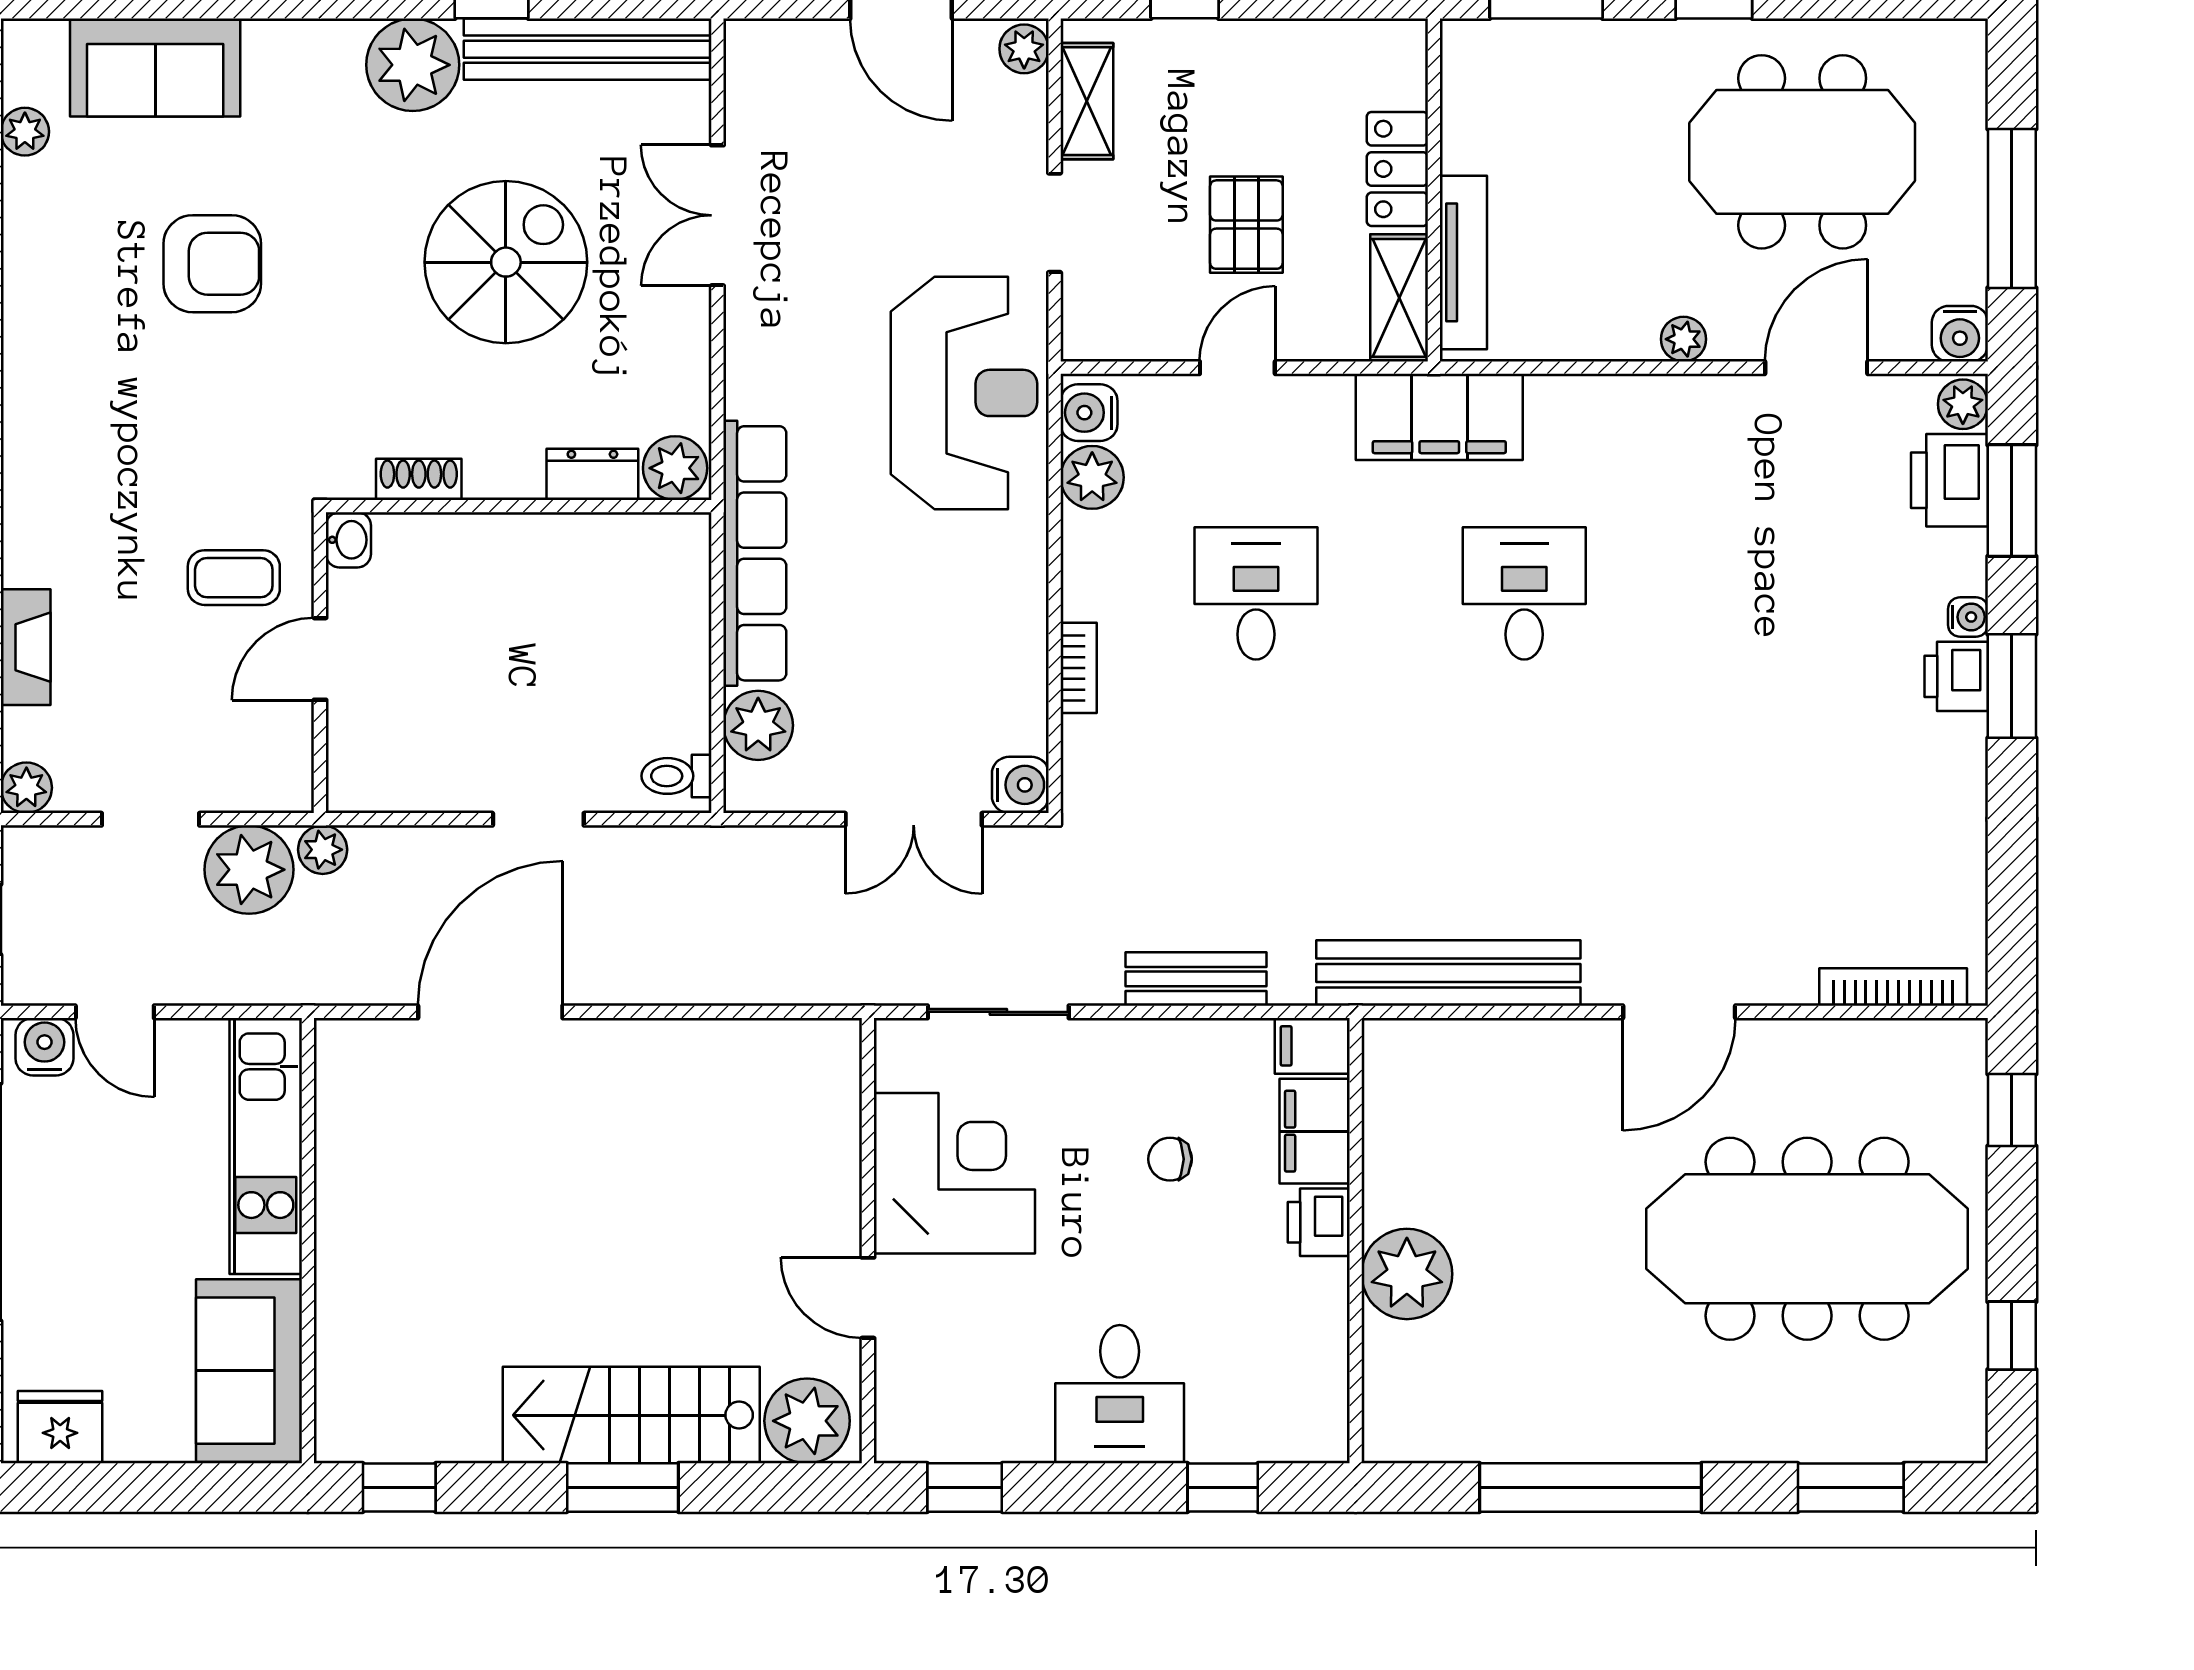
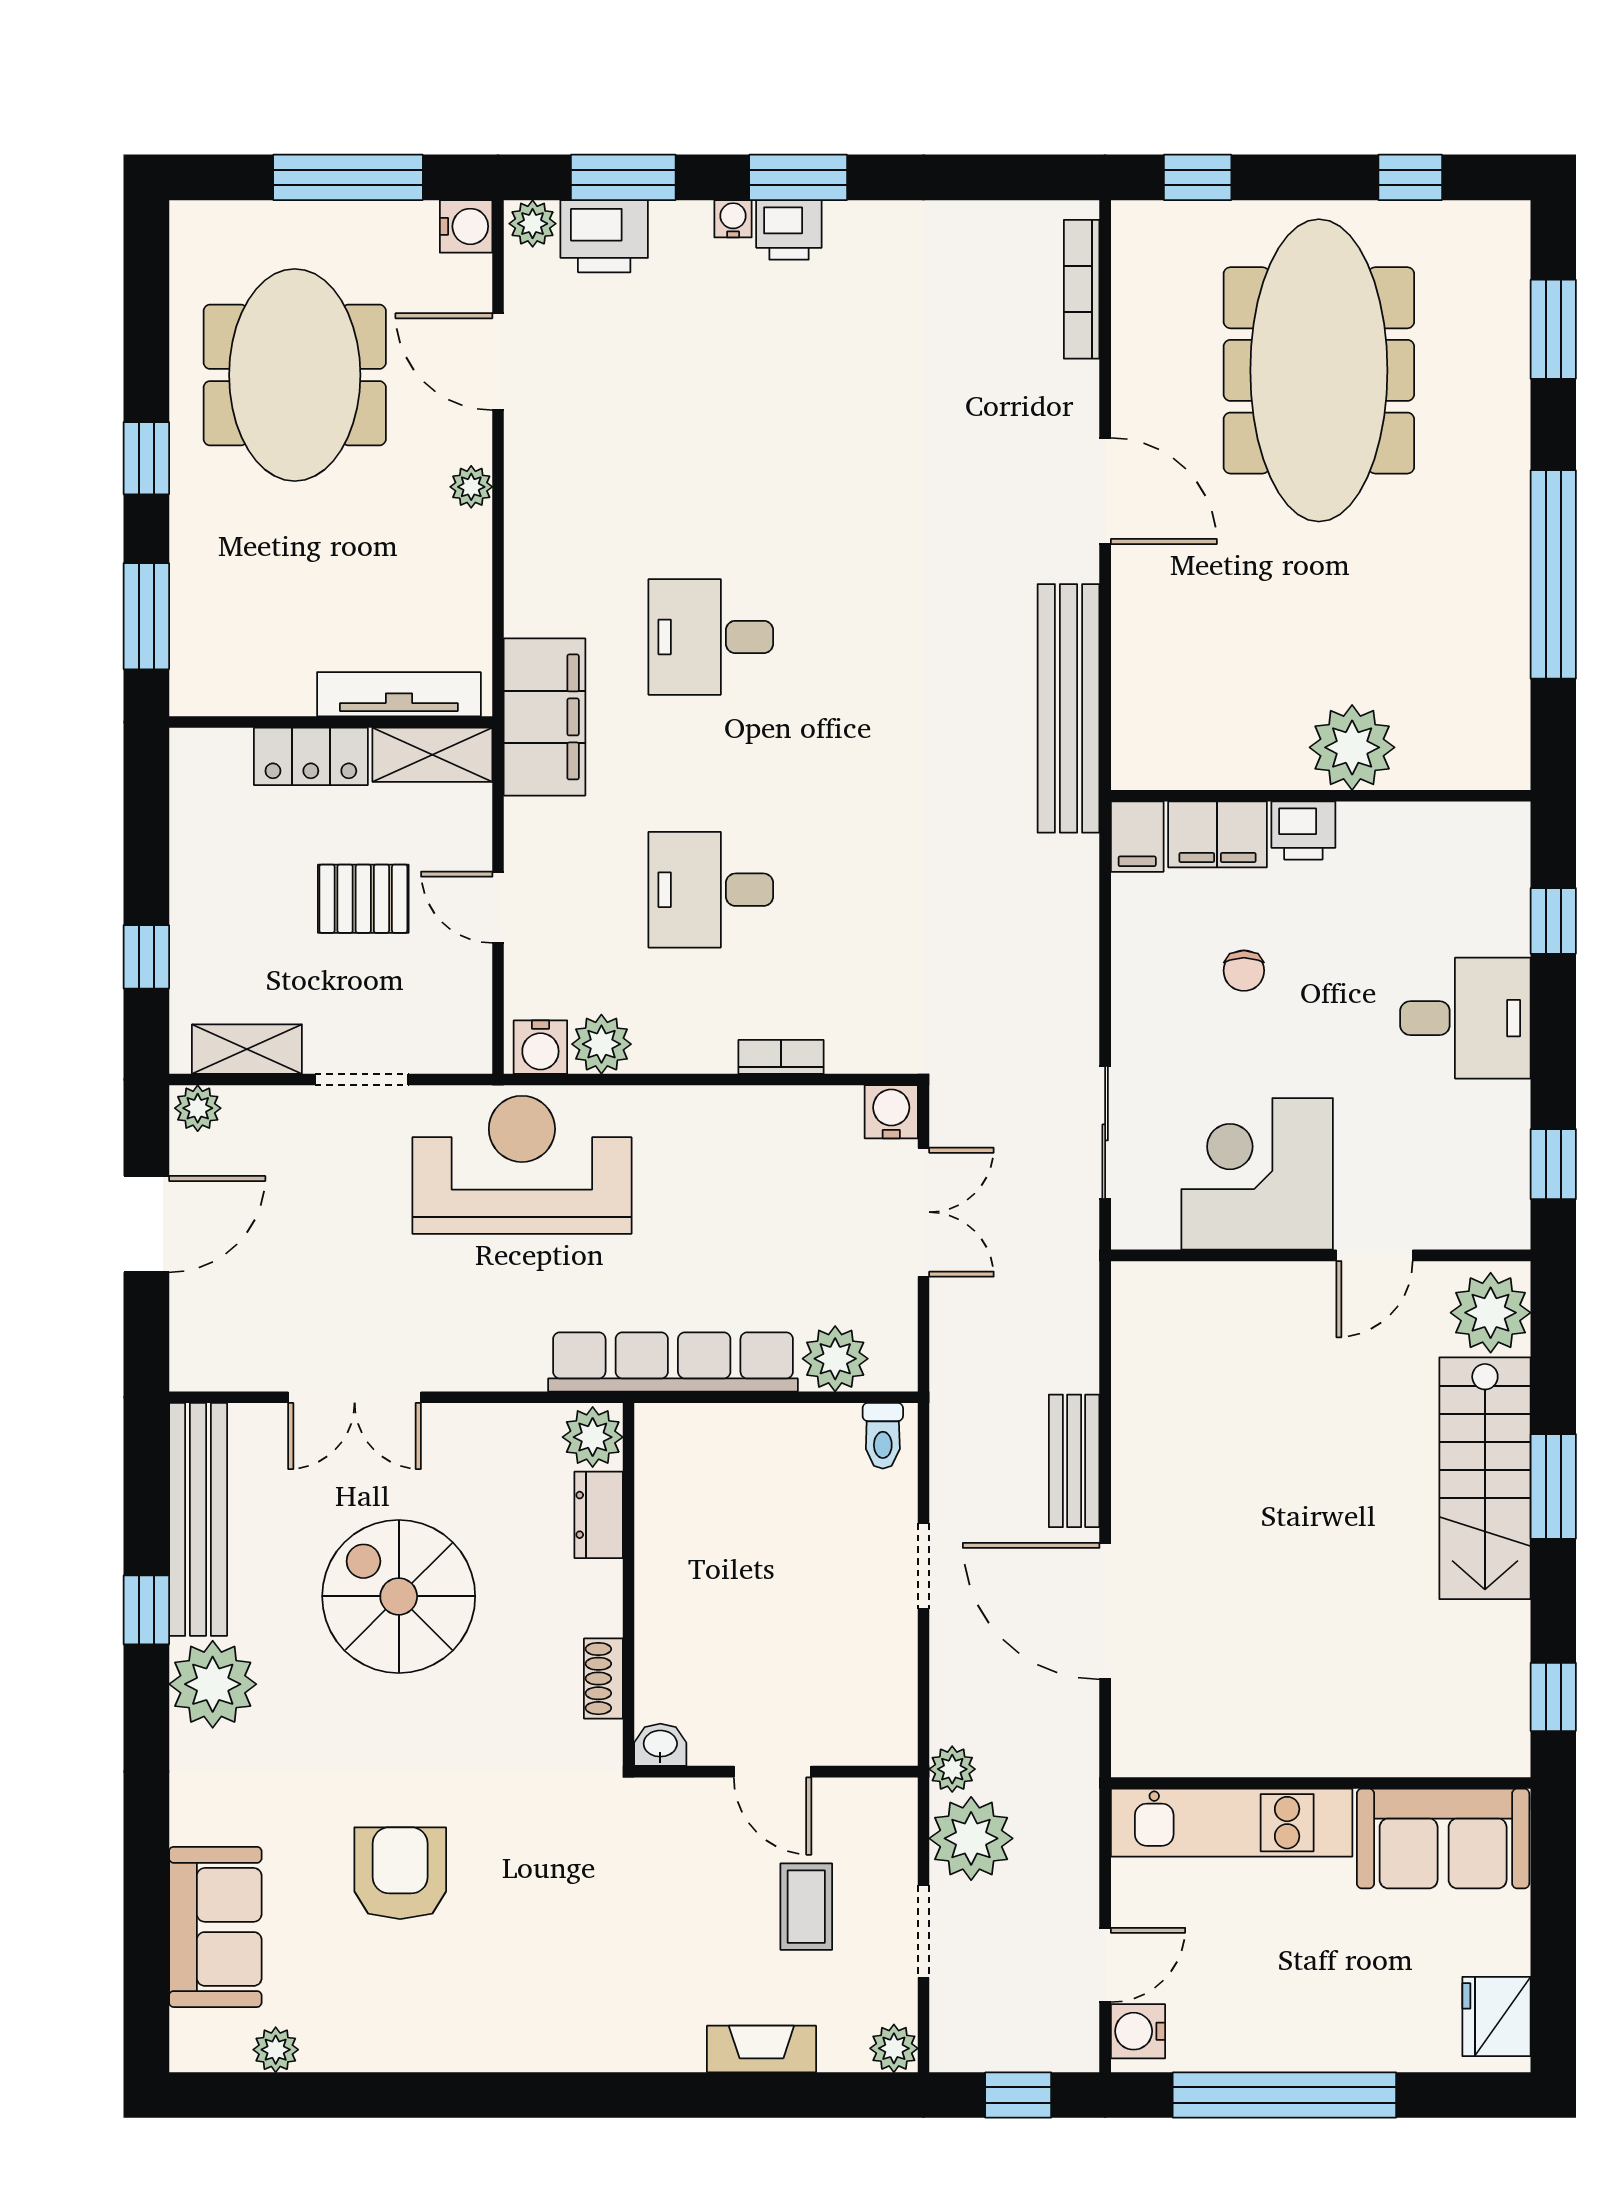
coffee table: (234, 578) -> (806, 1907), moved
bench: (1196, 979) -> (1074, 1461), moved

